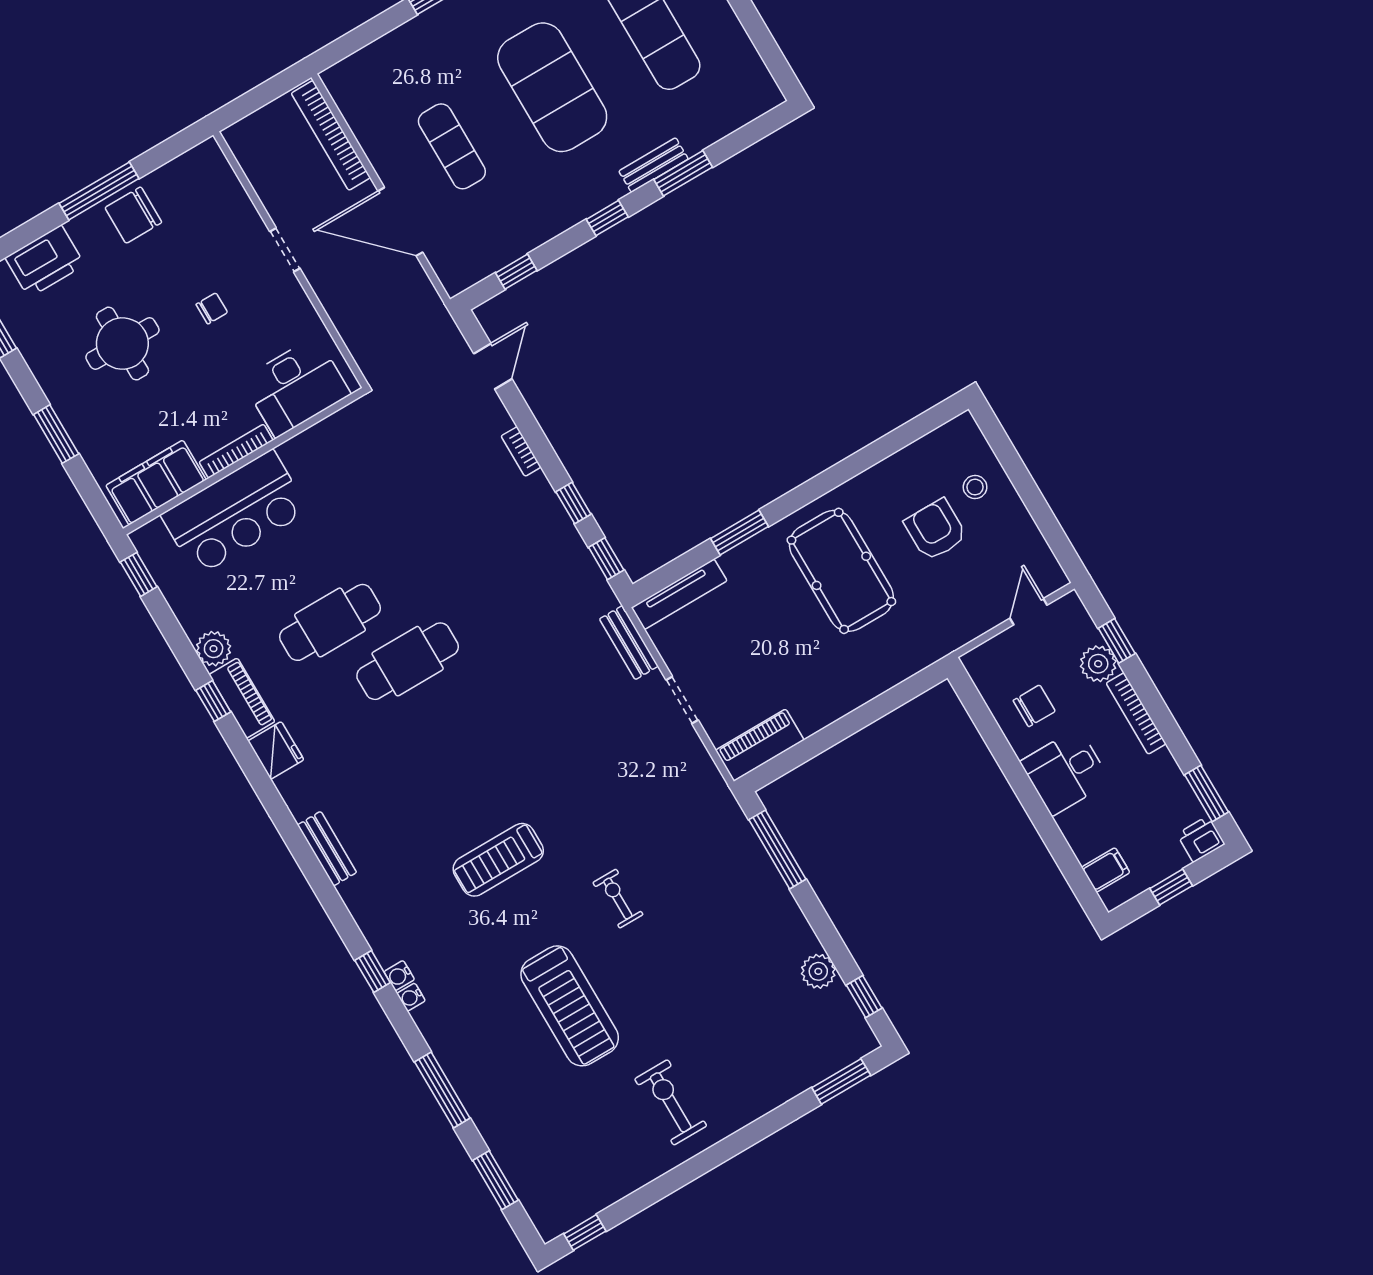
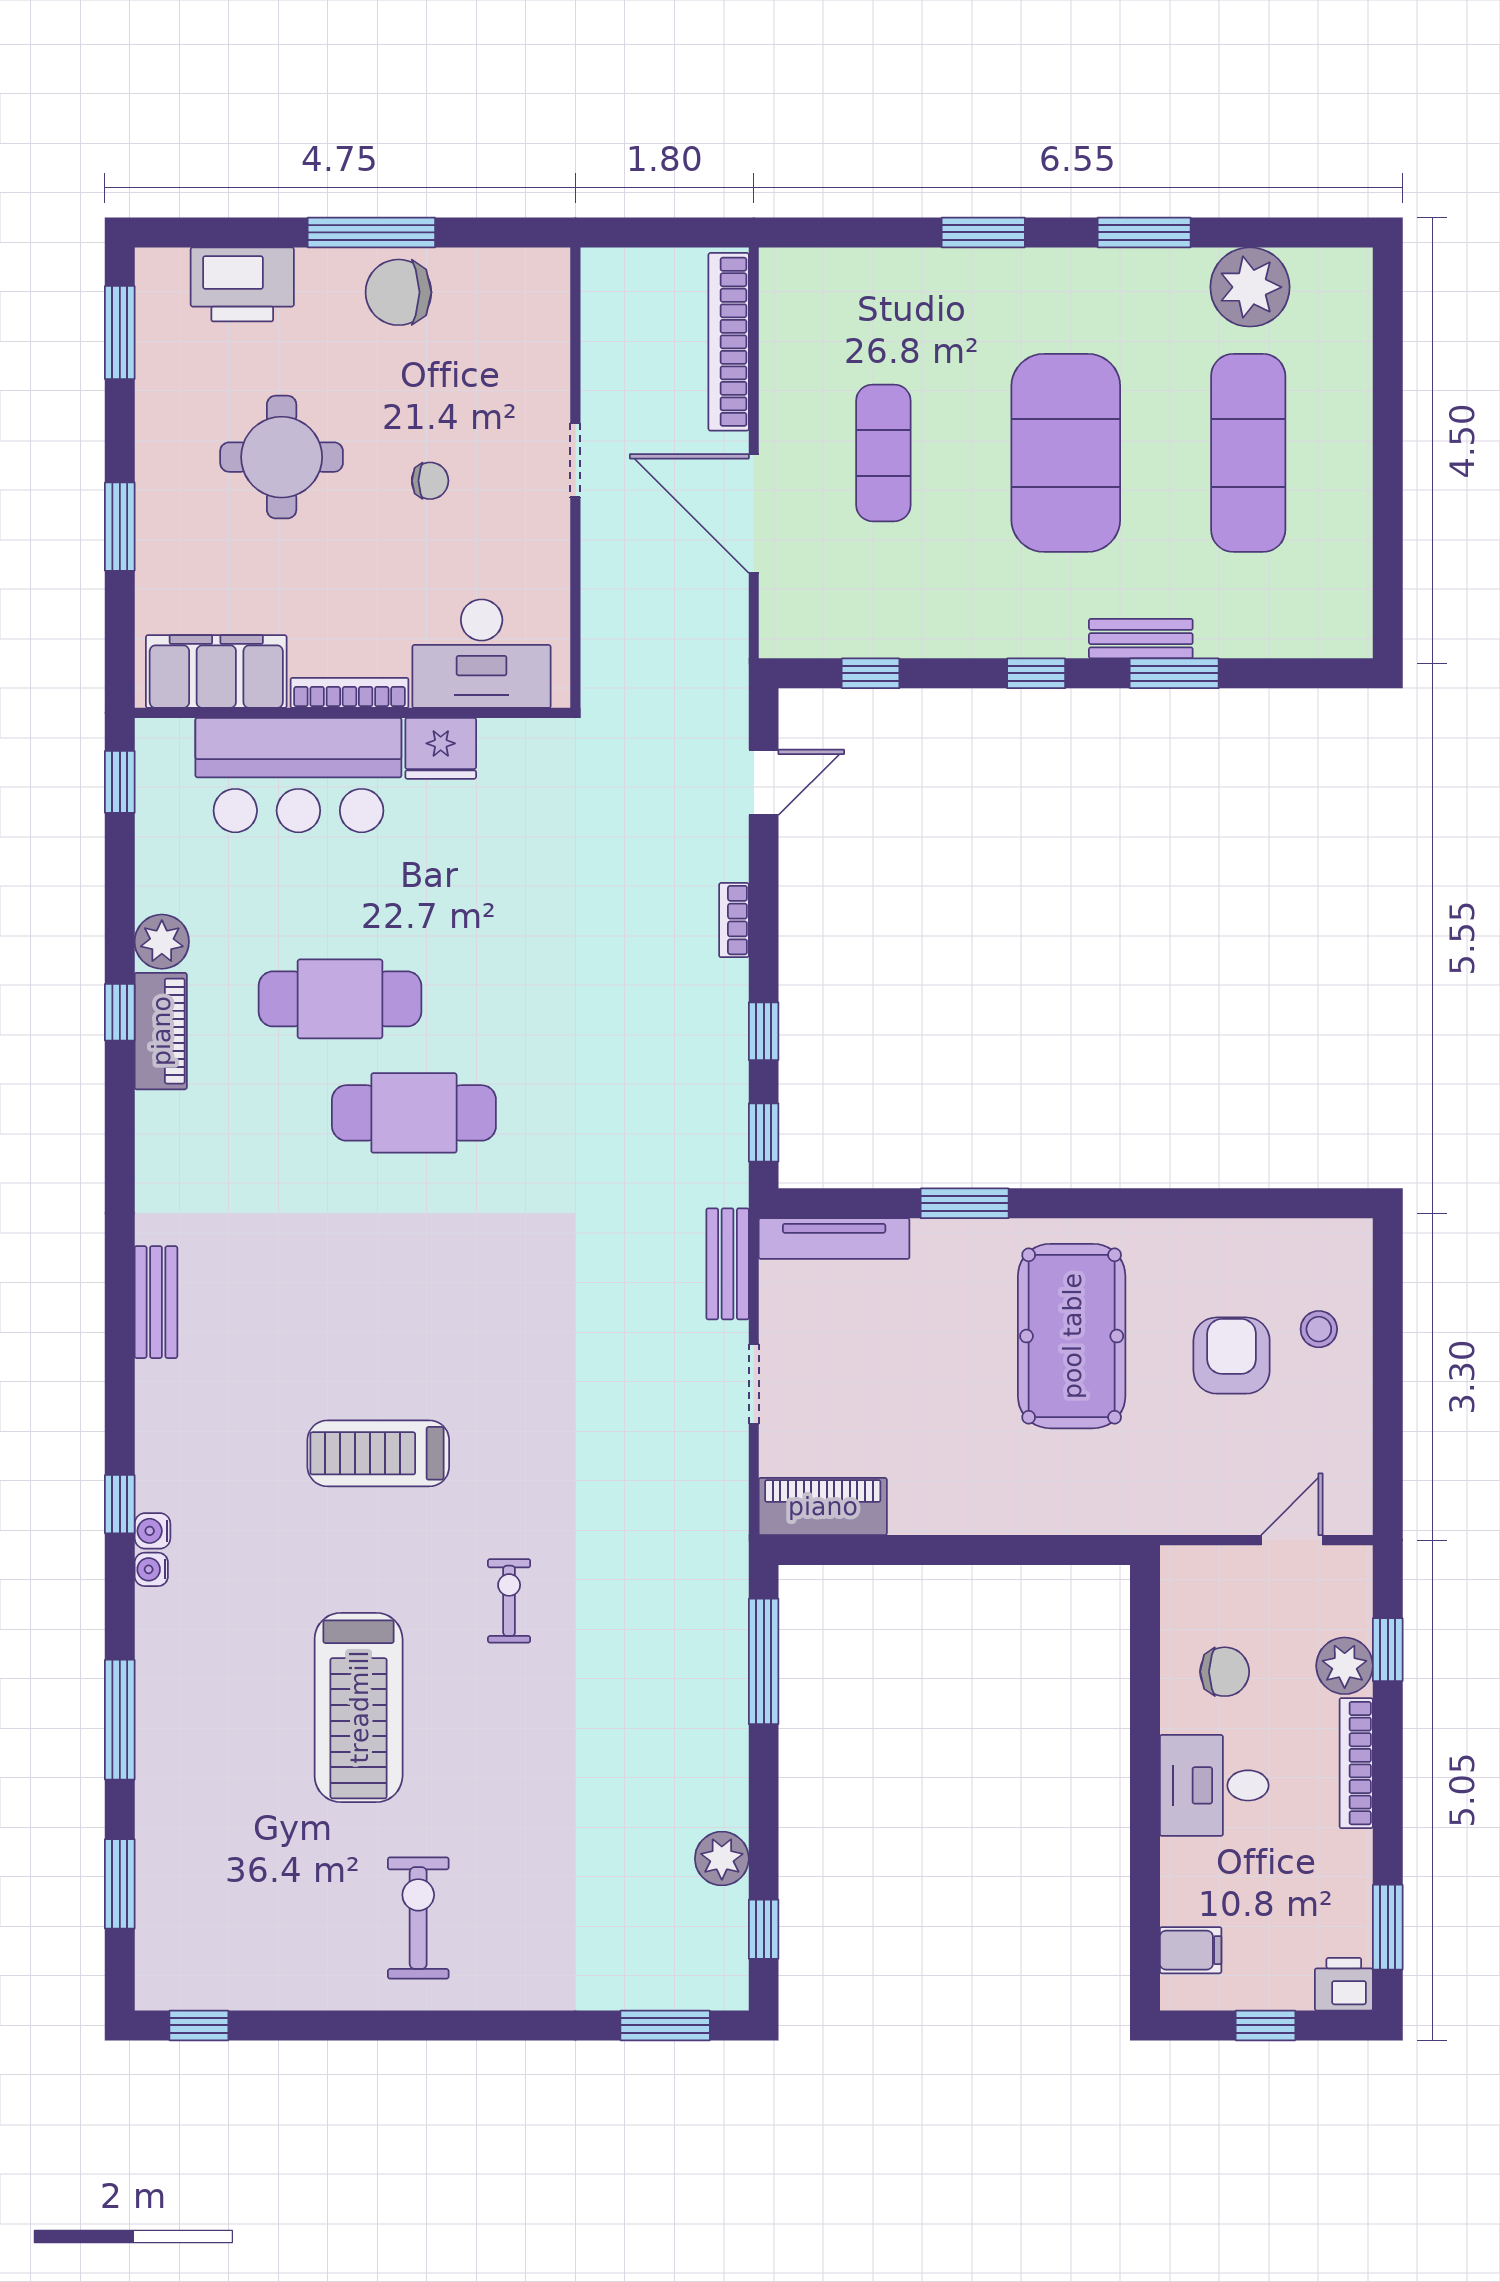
fridge: (276, 750) -> (441, 748), moved, turned 90

